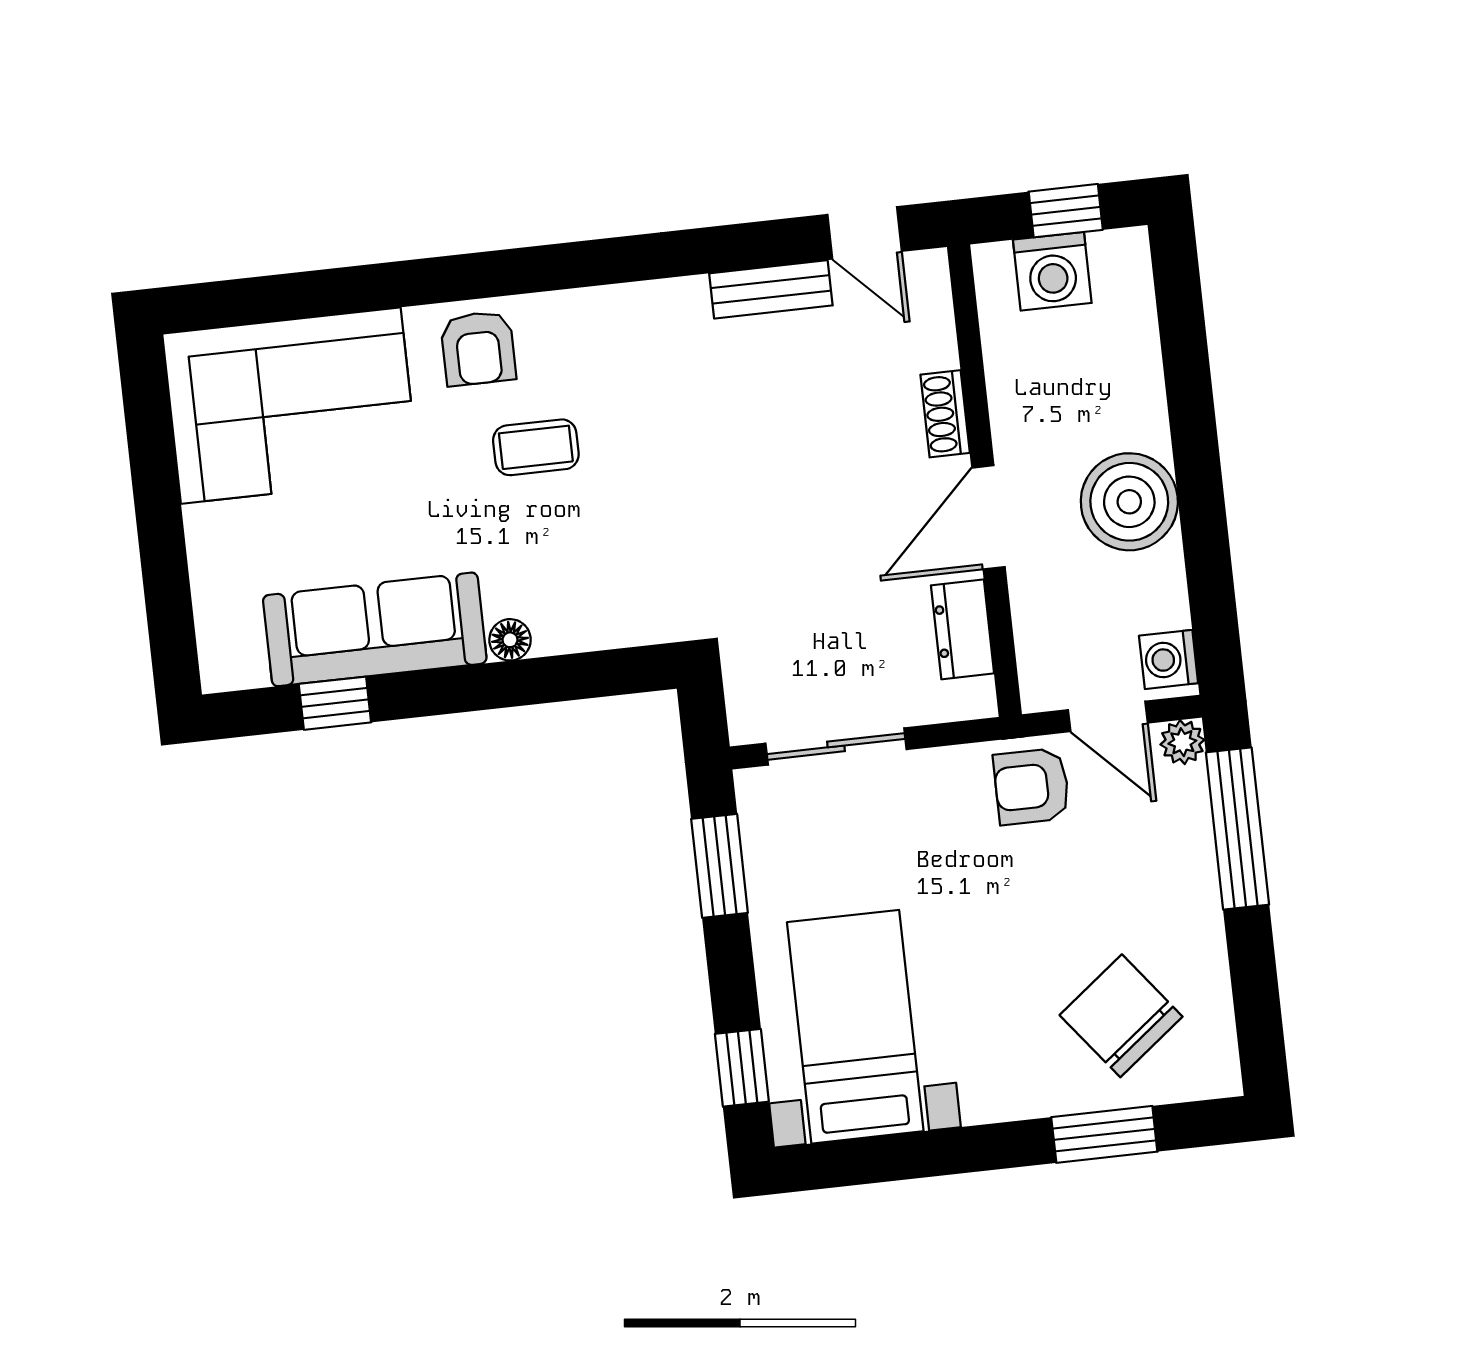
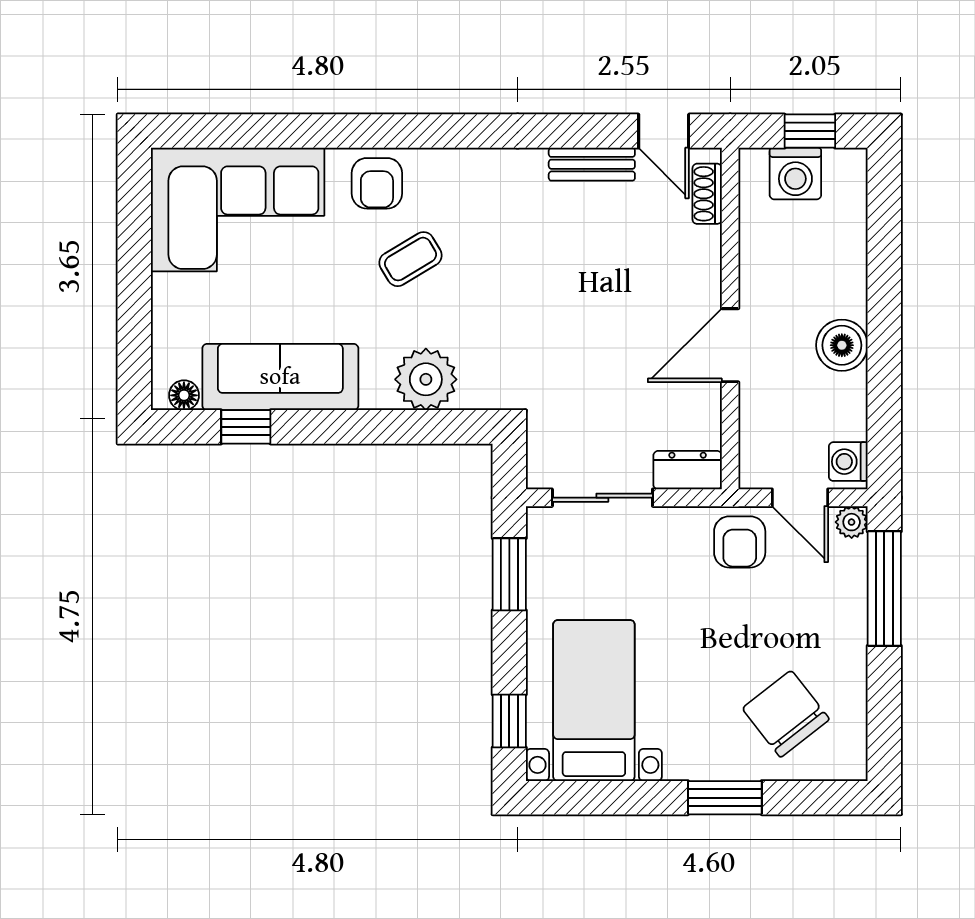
shoe rack: (945, 414) -> (707, 194), moved
coffee table: (536, 447) -> (410, 259), turned -31
boiler: (1129, 502) -> (842, 345), width x0.73, depth x0.73
plant: (575, 610) -> (426, 379), added
dresser: (963, 629) -> (688, 470), moved, turned 90
floor lamp: (510, 640) -> (184, 395), moved
armchair: (1032, 786) -> (740, 542), turned -90
window: (1104, 1134) -> (725, 798), moved

